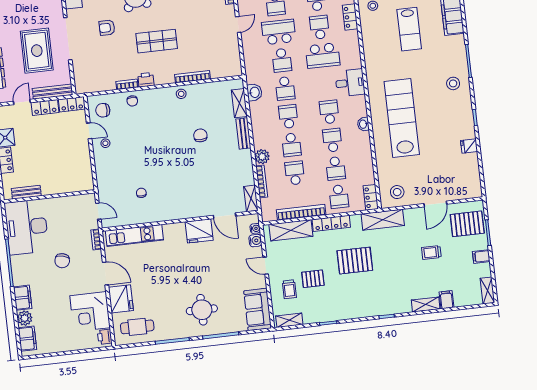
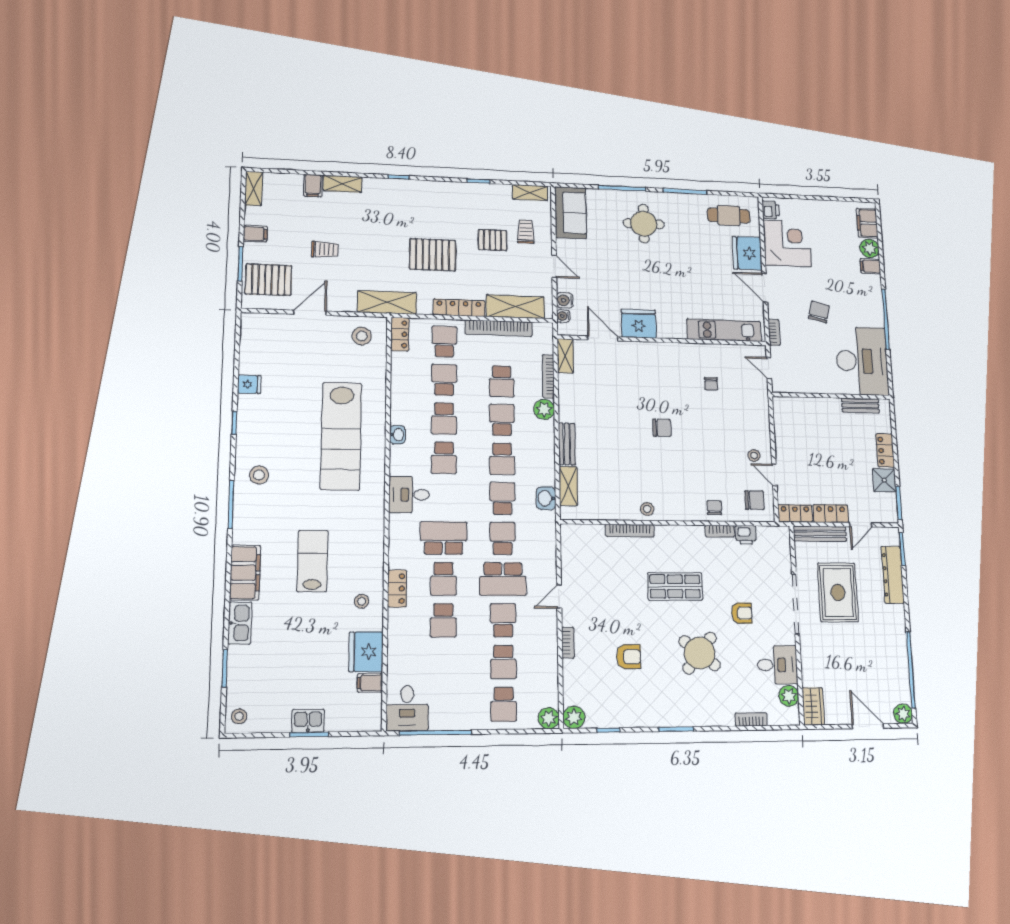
printer: (146, 80) -> (746, 535), moved
chair: (200, 135) -> (662, 428), moved, turned -90
filing cabinet: (23, 298) -> (870, 266), width x0.50

